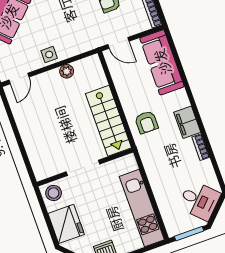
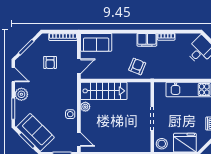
sofa: (162, 62) -> (96, 42), width x0.73
stairs: (108, 121) -> (104, 91), moved
armchair: (146, 122) -> (137, 66), turned -68

